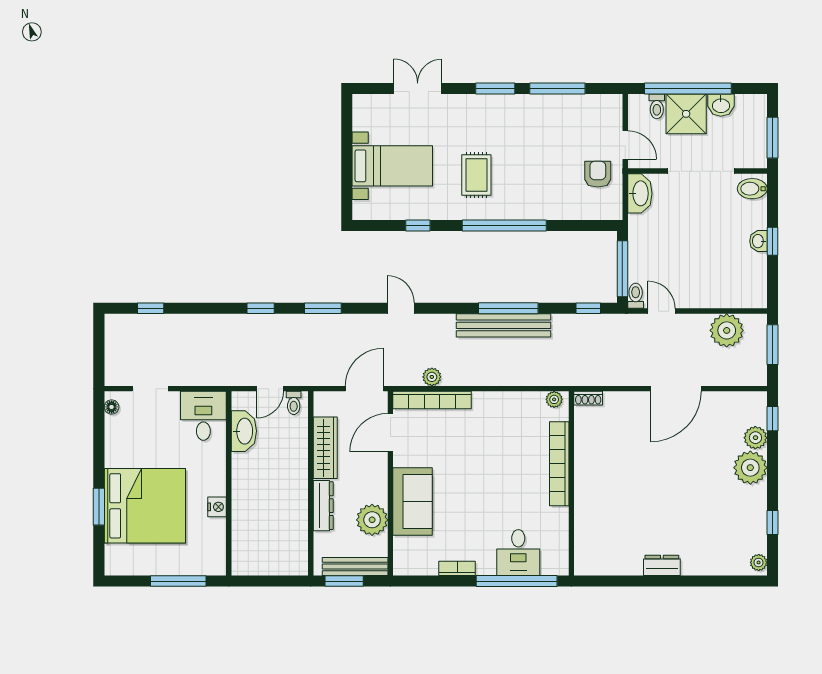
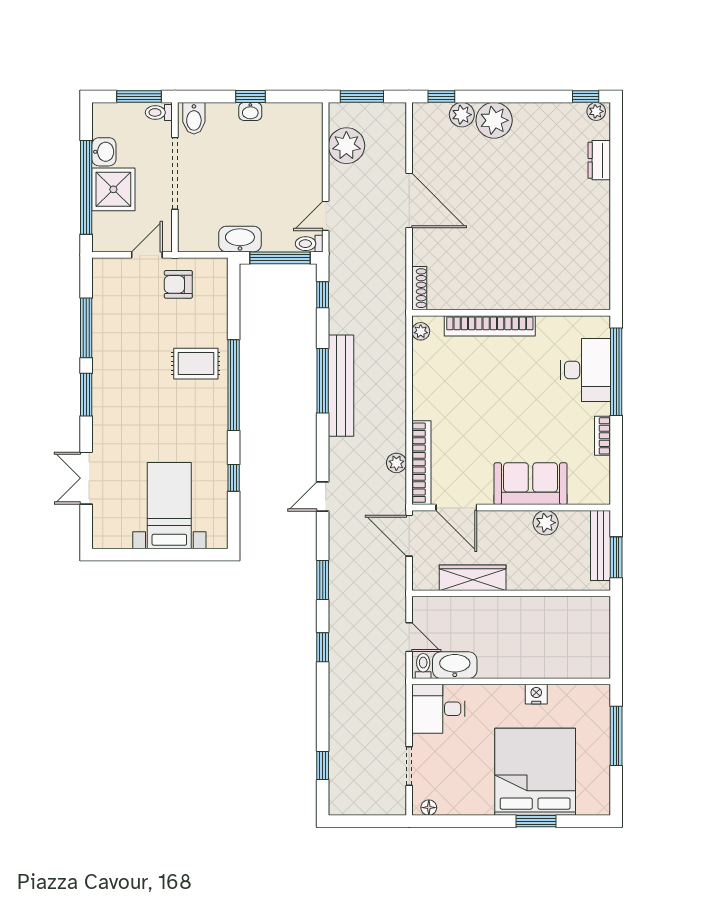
toilet: (657, 106) -> (159, 112), moved, turned 180
rug: (476, 175) -> (196, 364), moved
washbasin: (640, 193) -> (240, 239), moved
shoe rack: (588, 398) -> (419, 288), width x1.43
toilet: (294, 403) -> (423, 666), moved, turned -90
dresser: (323, 506) -> (535, 580), removed
plant: (372, 520) -> (546, 523), width x0.73, depth x0.73
window: (772, 523) -> (586, 96), moved
desk: (518, 553) -> (585, 370), width x1.37
dresser: (662, 565) -> (599, 160), moved

